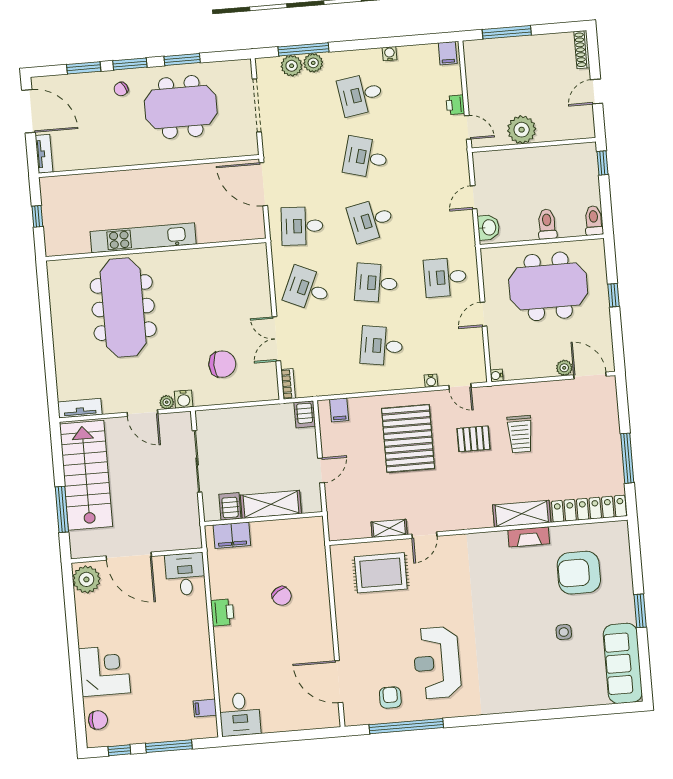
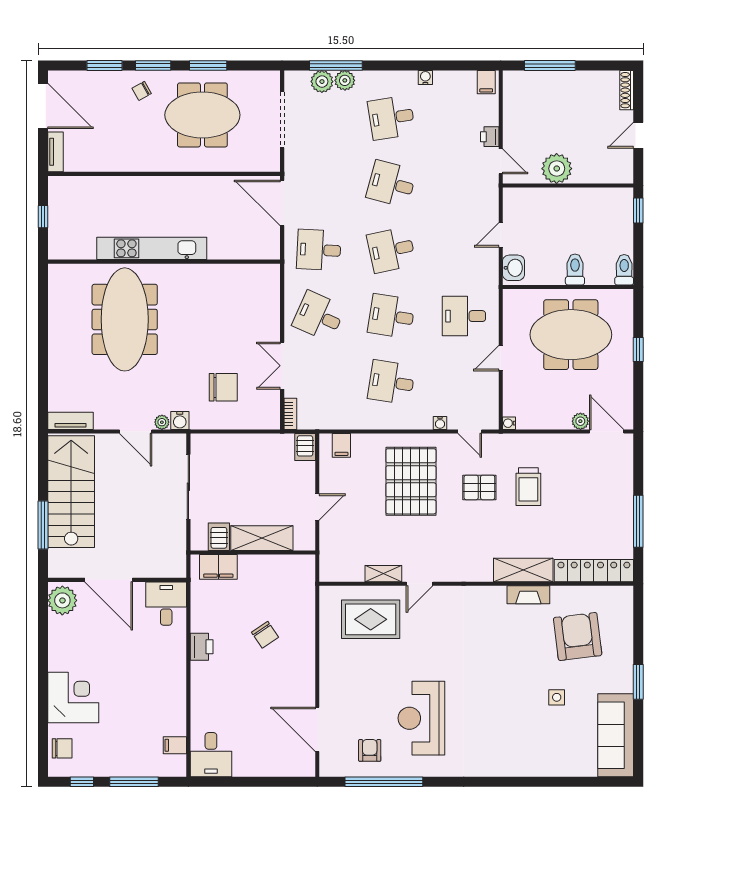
armchair: (579, 573) -> (578, 637), turned 83

